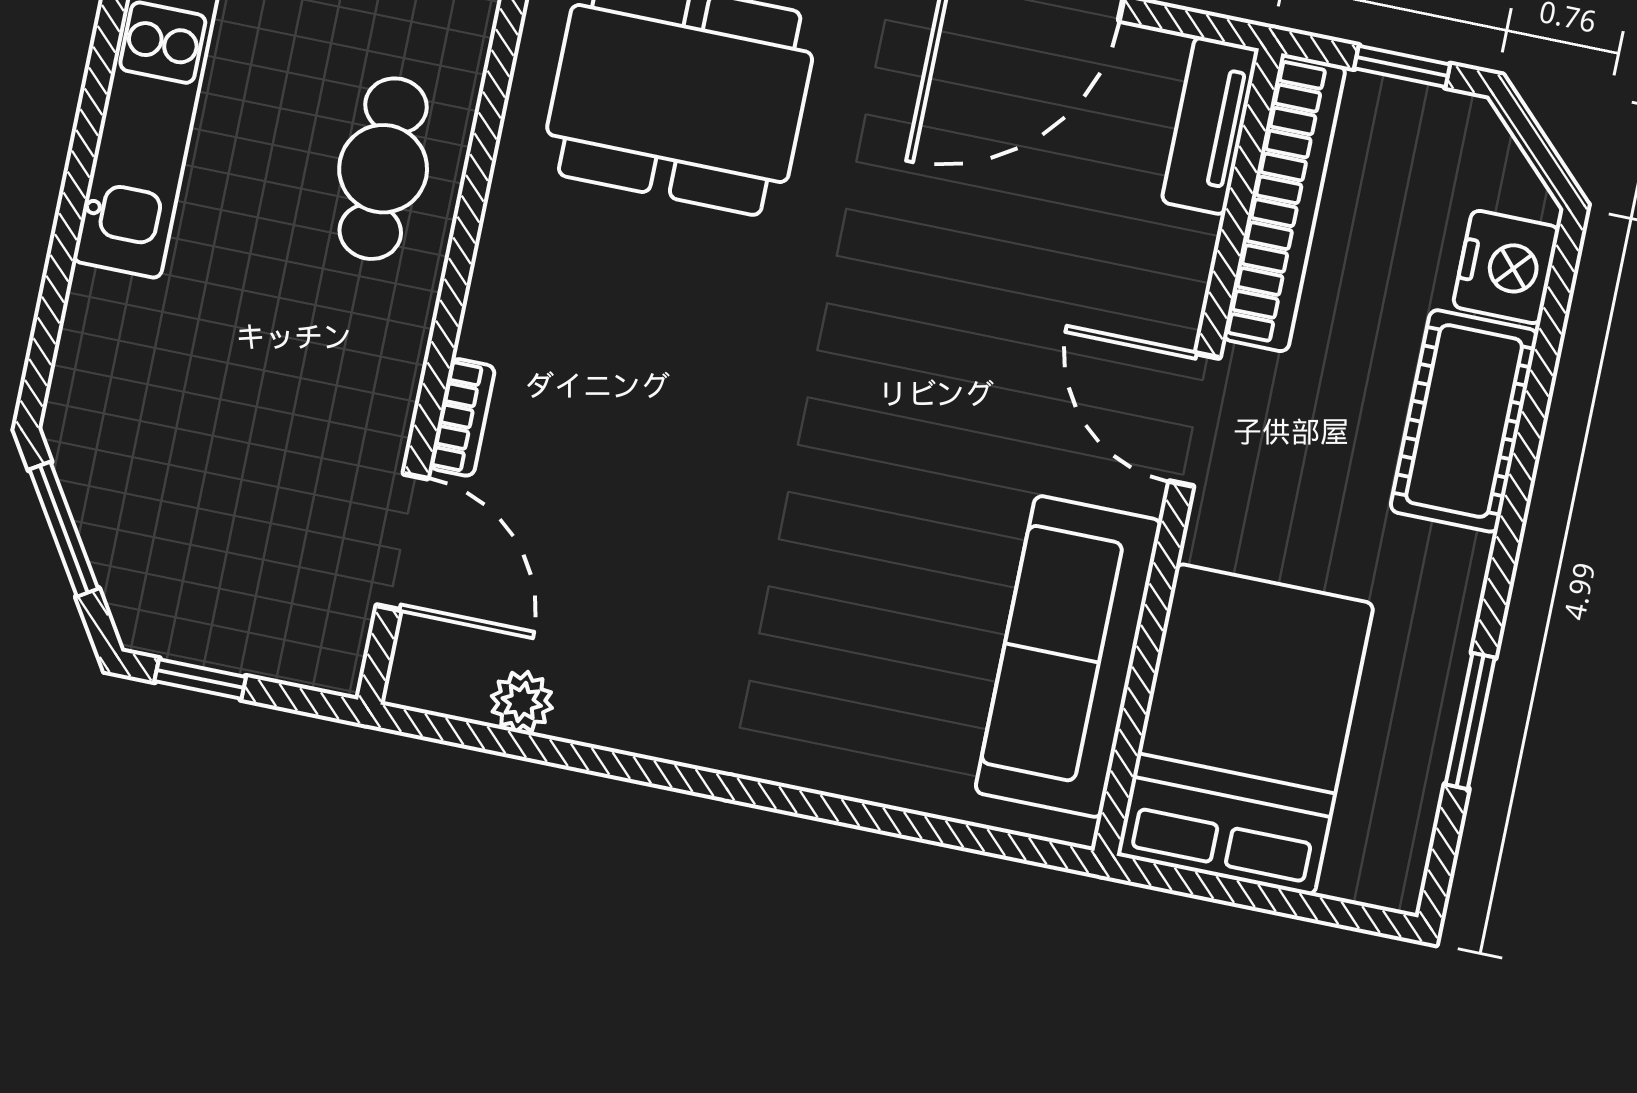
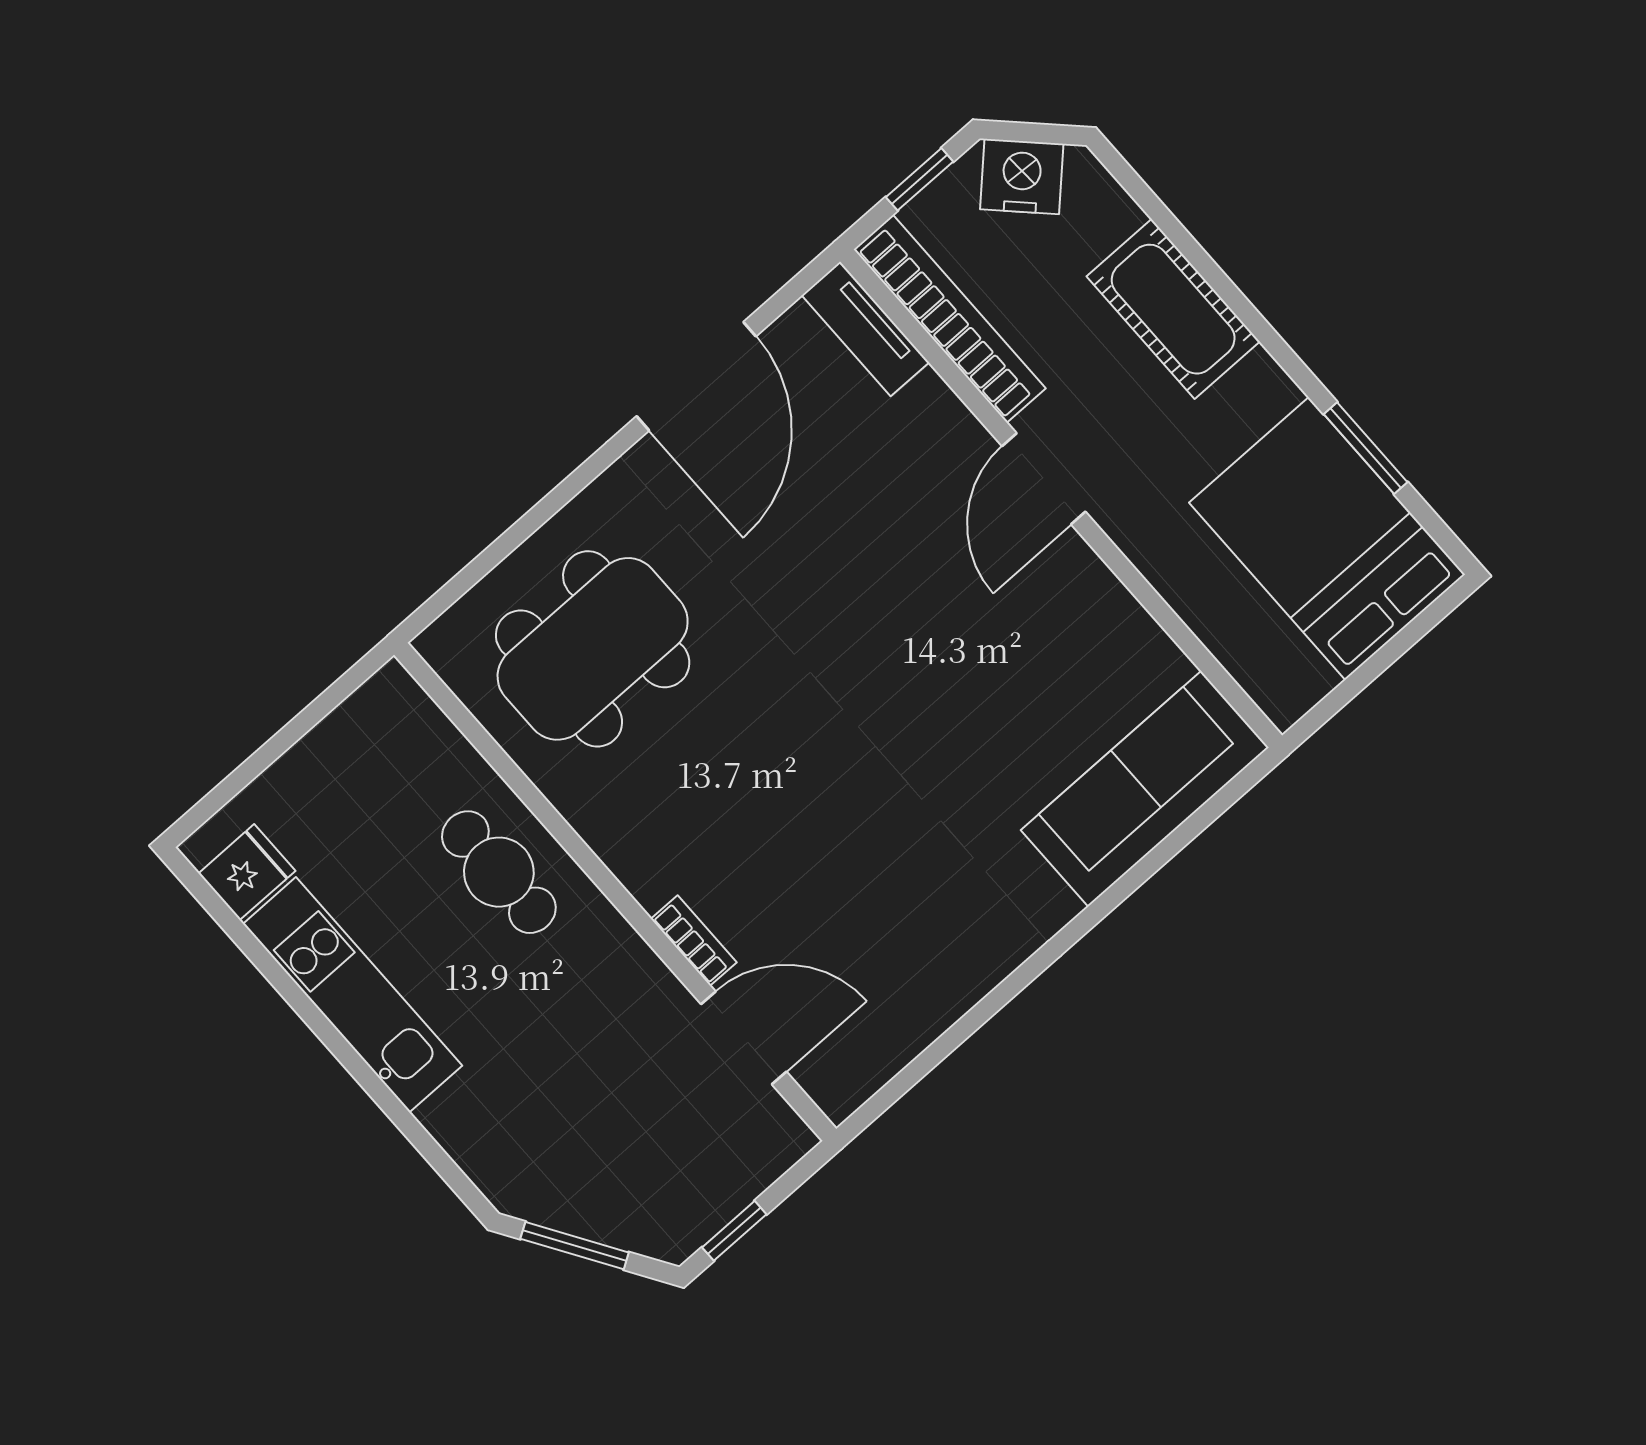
nightstand: (1506, 267) -> (1022, 177), moved, turned -45
door: (1194, 420) -> (1044, 479), hinge flipped
sofa: (1068, 656) -> (1145, 789), moved, turned 90
plant: (522, 702) -> (902, 1038), removed
bed: (1245, 729) -> (1327, 539), moved

